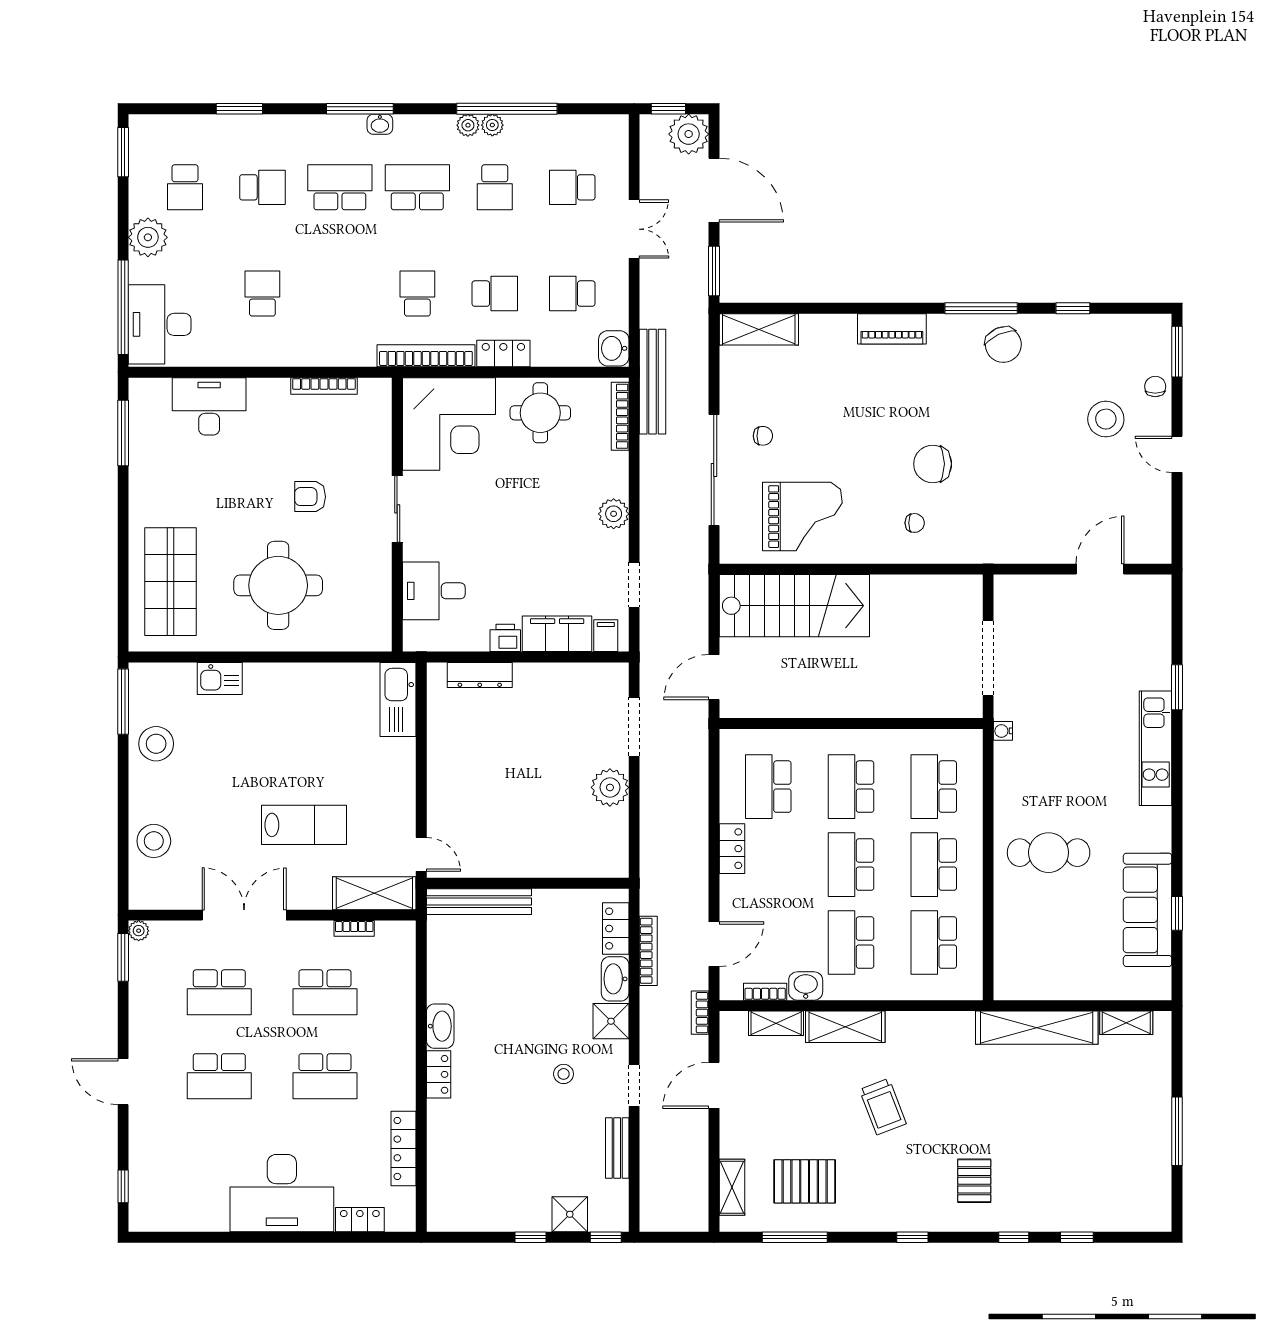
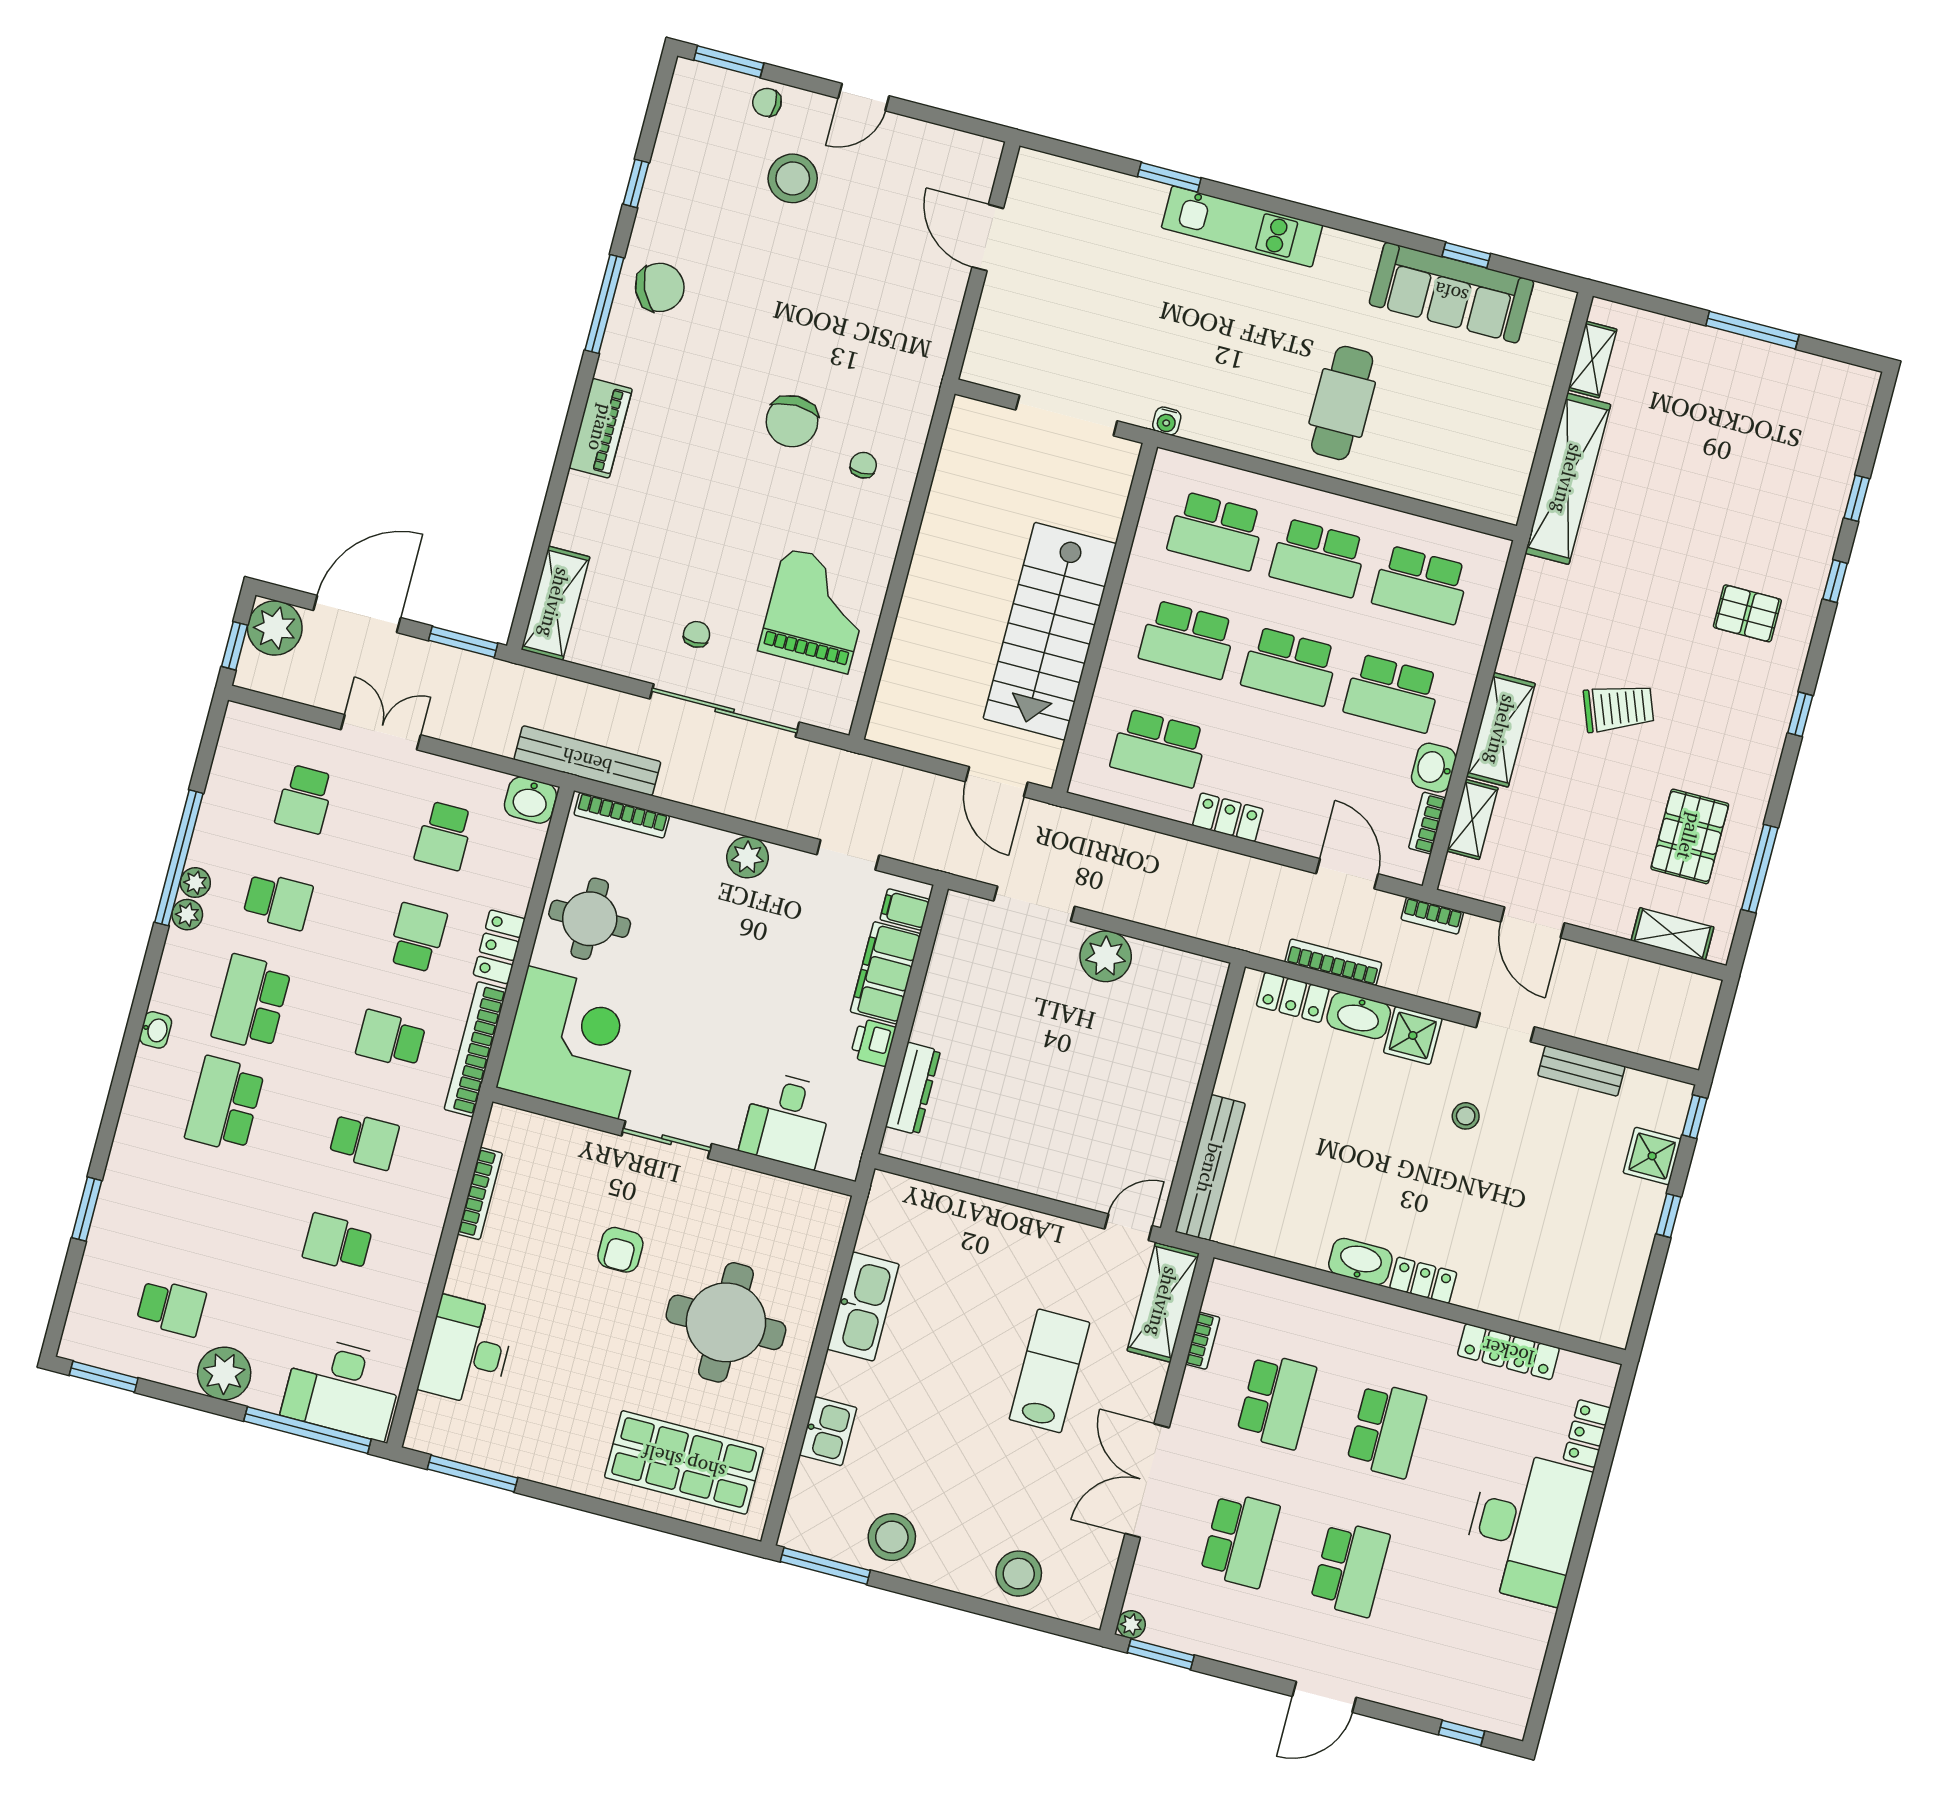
window: (360, 109) -> (128, 1051), removed
school desk: (262, 187) -> (364, 1141), moved, turned 90
stairs: (794, 606) -> (1050, 631), moved, turned 180
kitchen sink: (398, 699) -> (863, 1307), moved, turned -90

